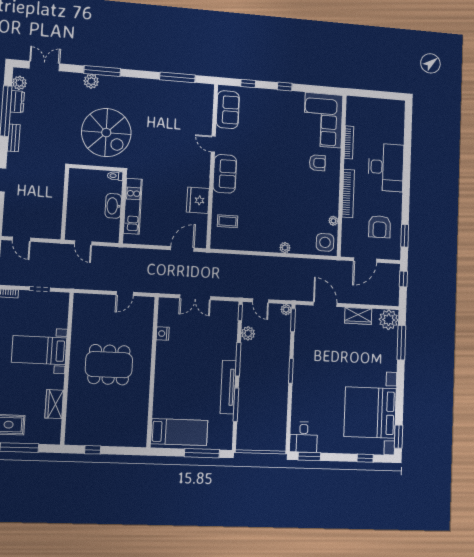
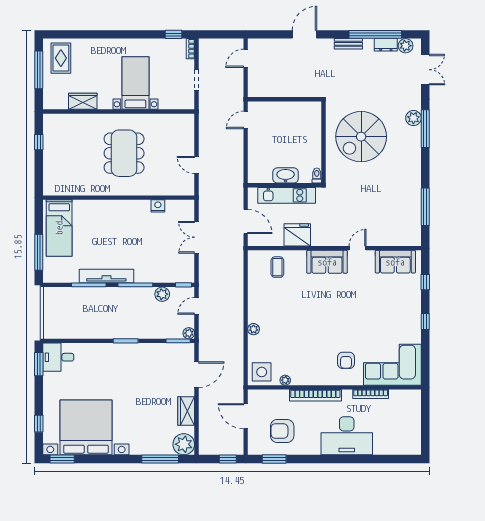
toilet: (115, 176) -> (317, 176), moved
washbasin: (113, 206) -> (286, 175), moved
kitchen unit: (133, 206) -> (287, 195), moved
wall: (123, 207) -> (285, 185), moved

